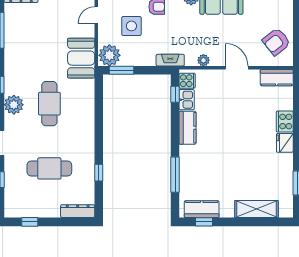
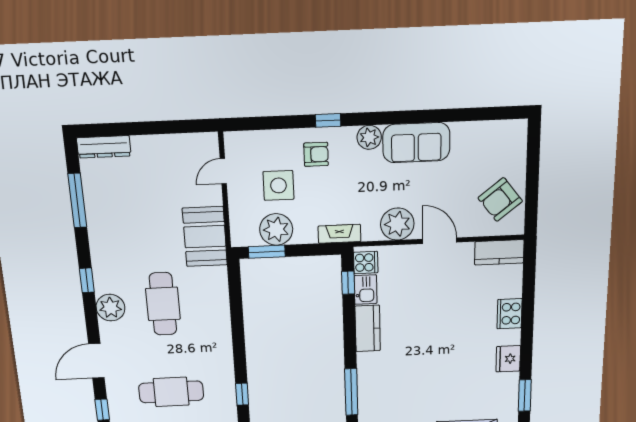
plant: (109, 55) -> (276, 229), moved
plant: (203, 60) -> (397, 224), width x1.88, depth x1.88
fridge: (285, 143) -> (508, 359), moved

